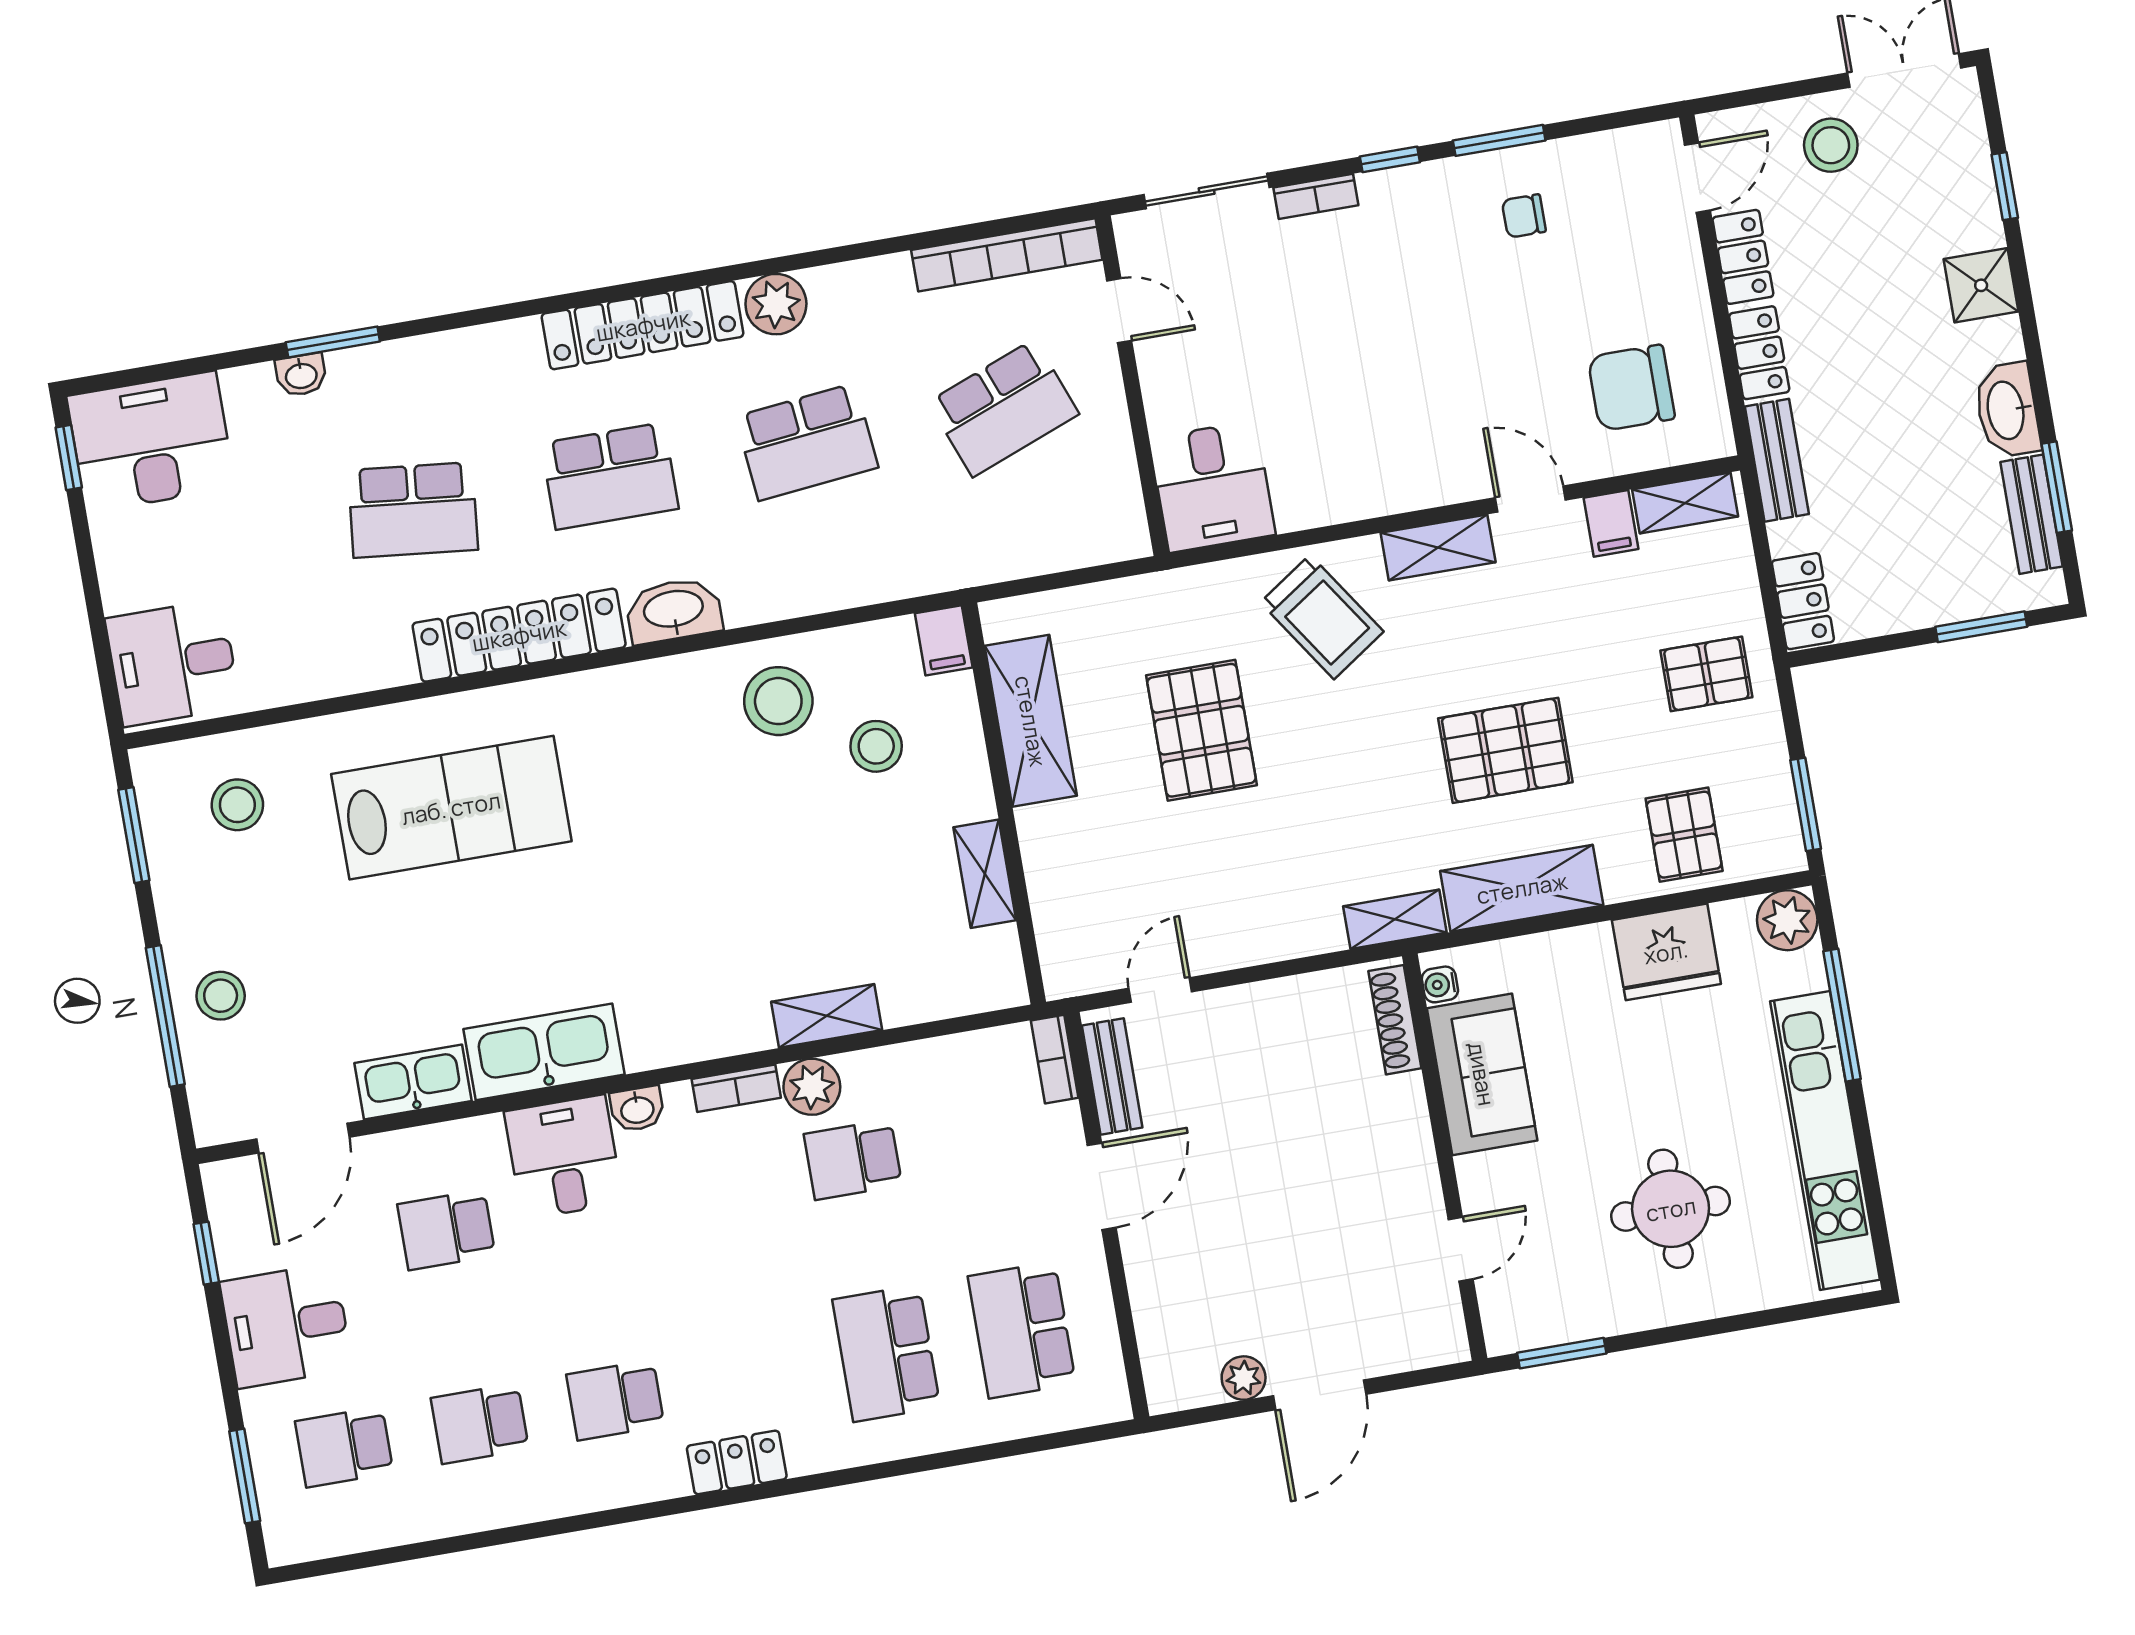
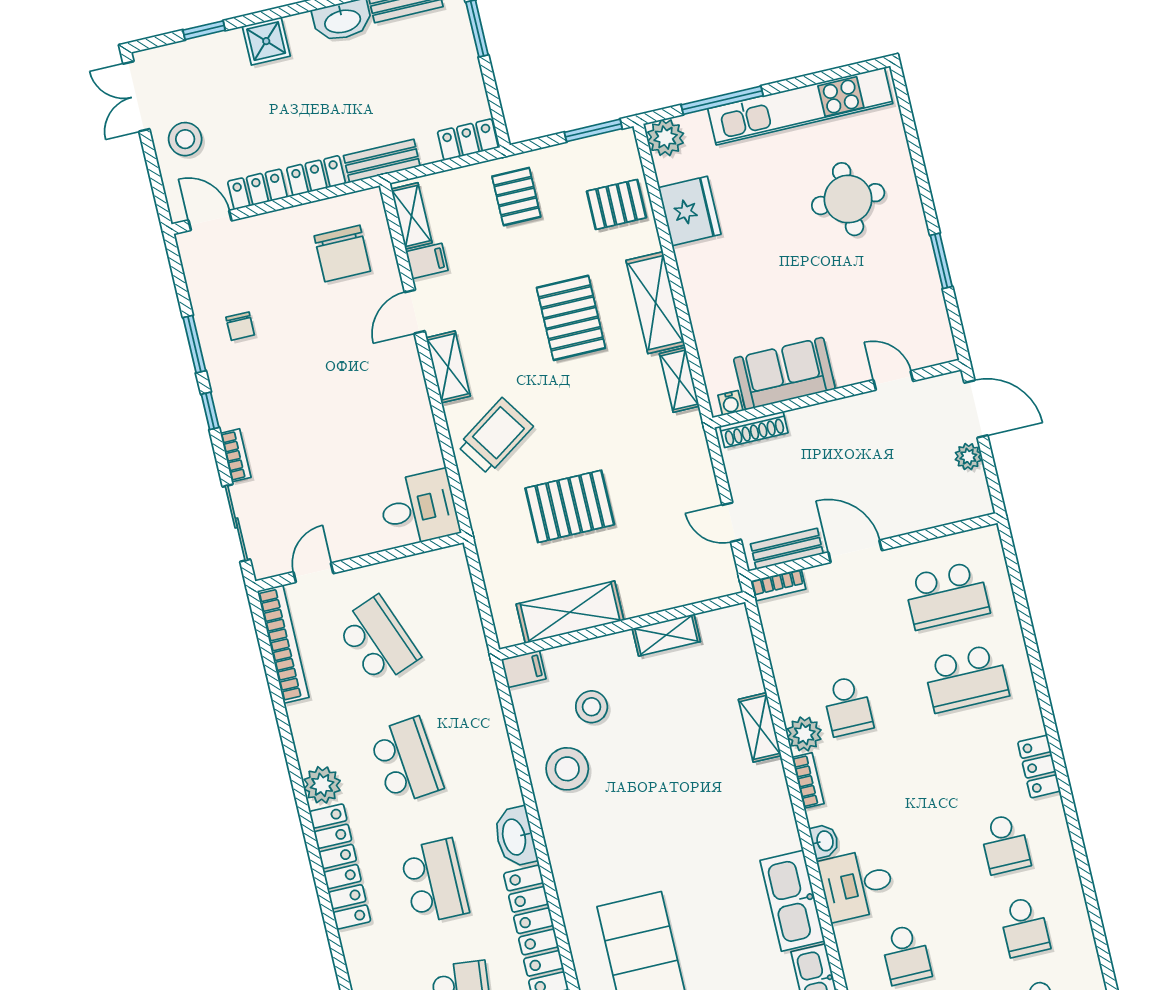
water cooler: (1440, 984) -> (730, 403), moved
shoe rack: (1395, 1020) -> (754, 429), moved
sofa: (1482, 1074) -> (784, 374), moved
wall: (1445, 1157) -> (837, 394), moved
door: (1461, 1249) -> (893, 380), moved

